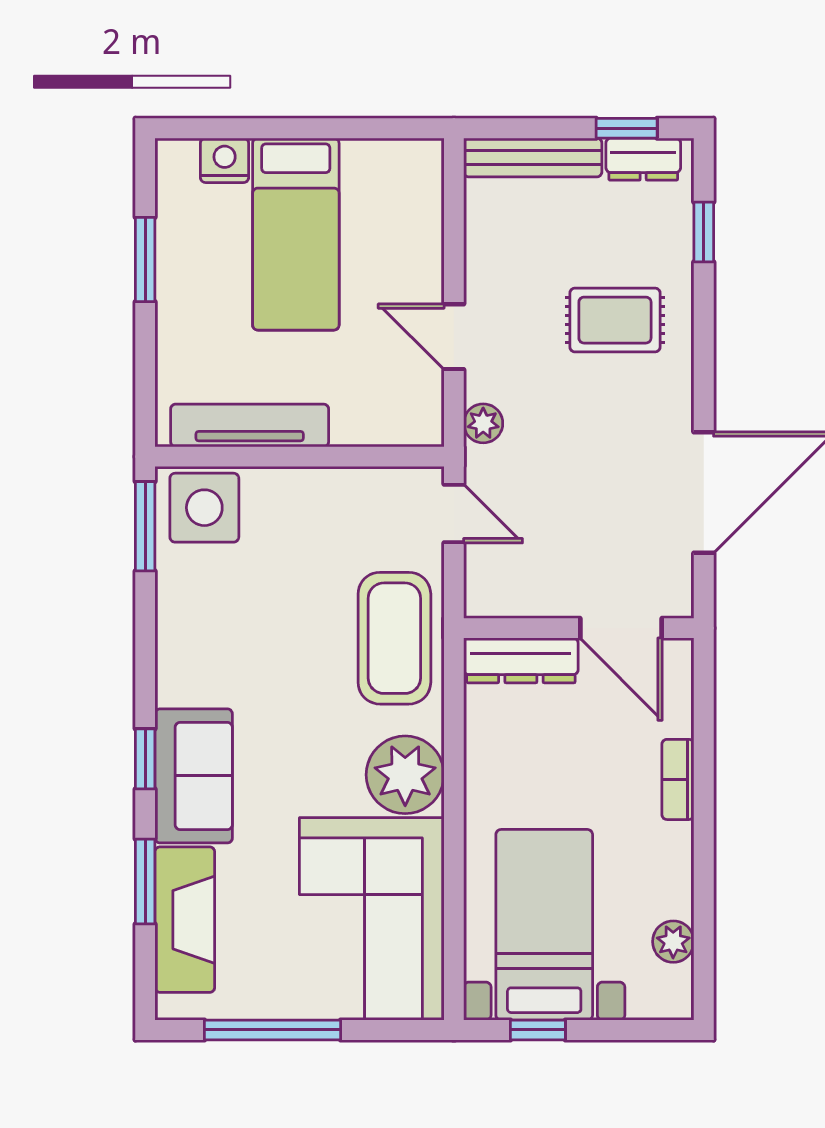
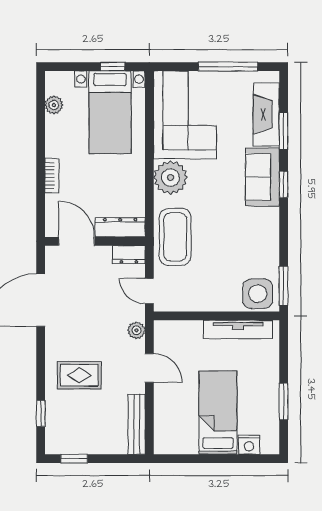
bench: (533, 157) -> (137, 424), moved, turned 90
dresser: (643, 159) -> (129, 255), moved, turned 180

